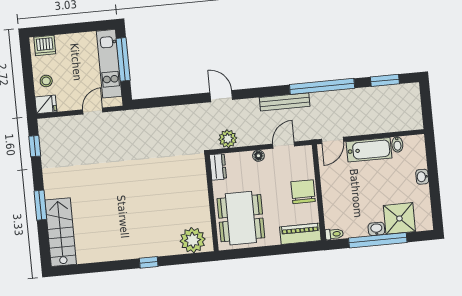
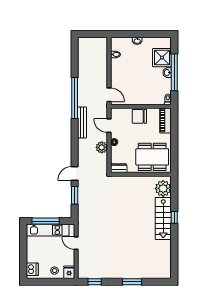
window: (385, 80) -> (75, 195), moved
door: (221, 96) -> (75, 174), moved
plant: (228, 139) -> (102, 147), moved
bathtub: (369, 150) -> (117, 72), removed
stairs: (61, 232) -> (163, 218), moved, turned -90

